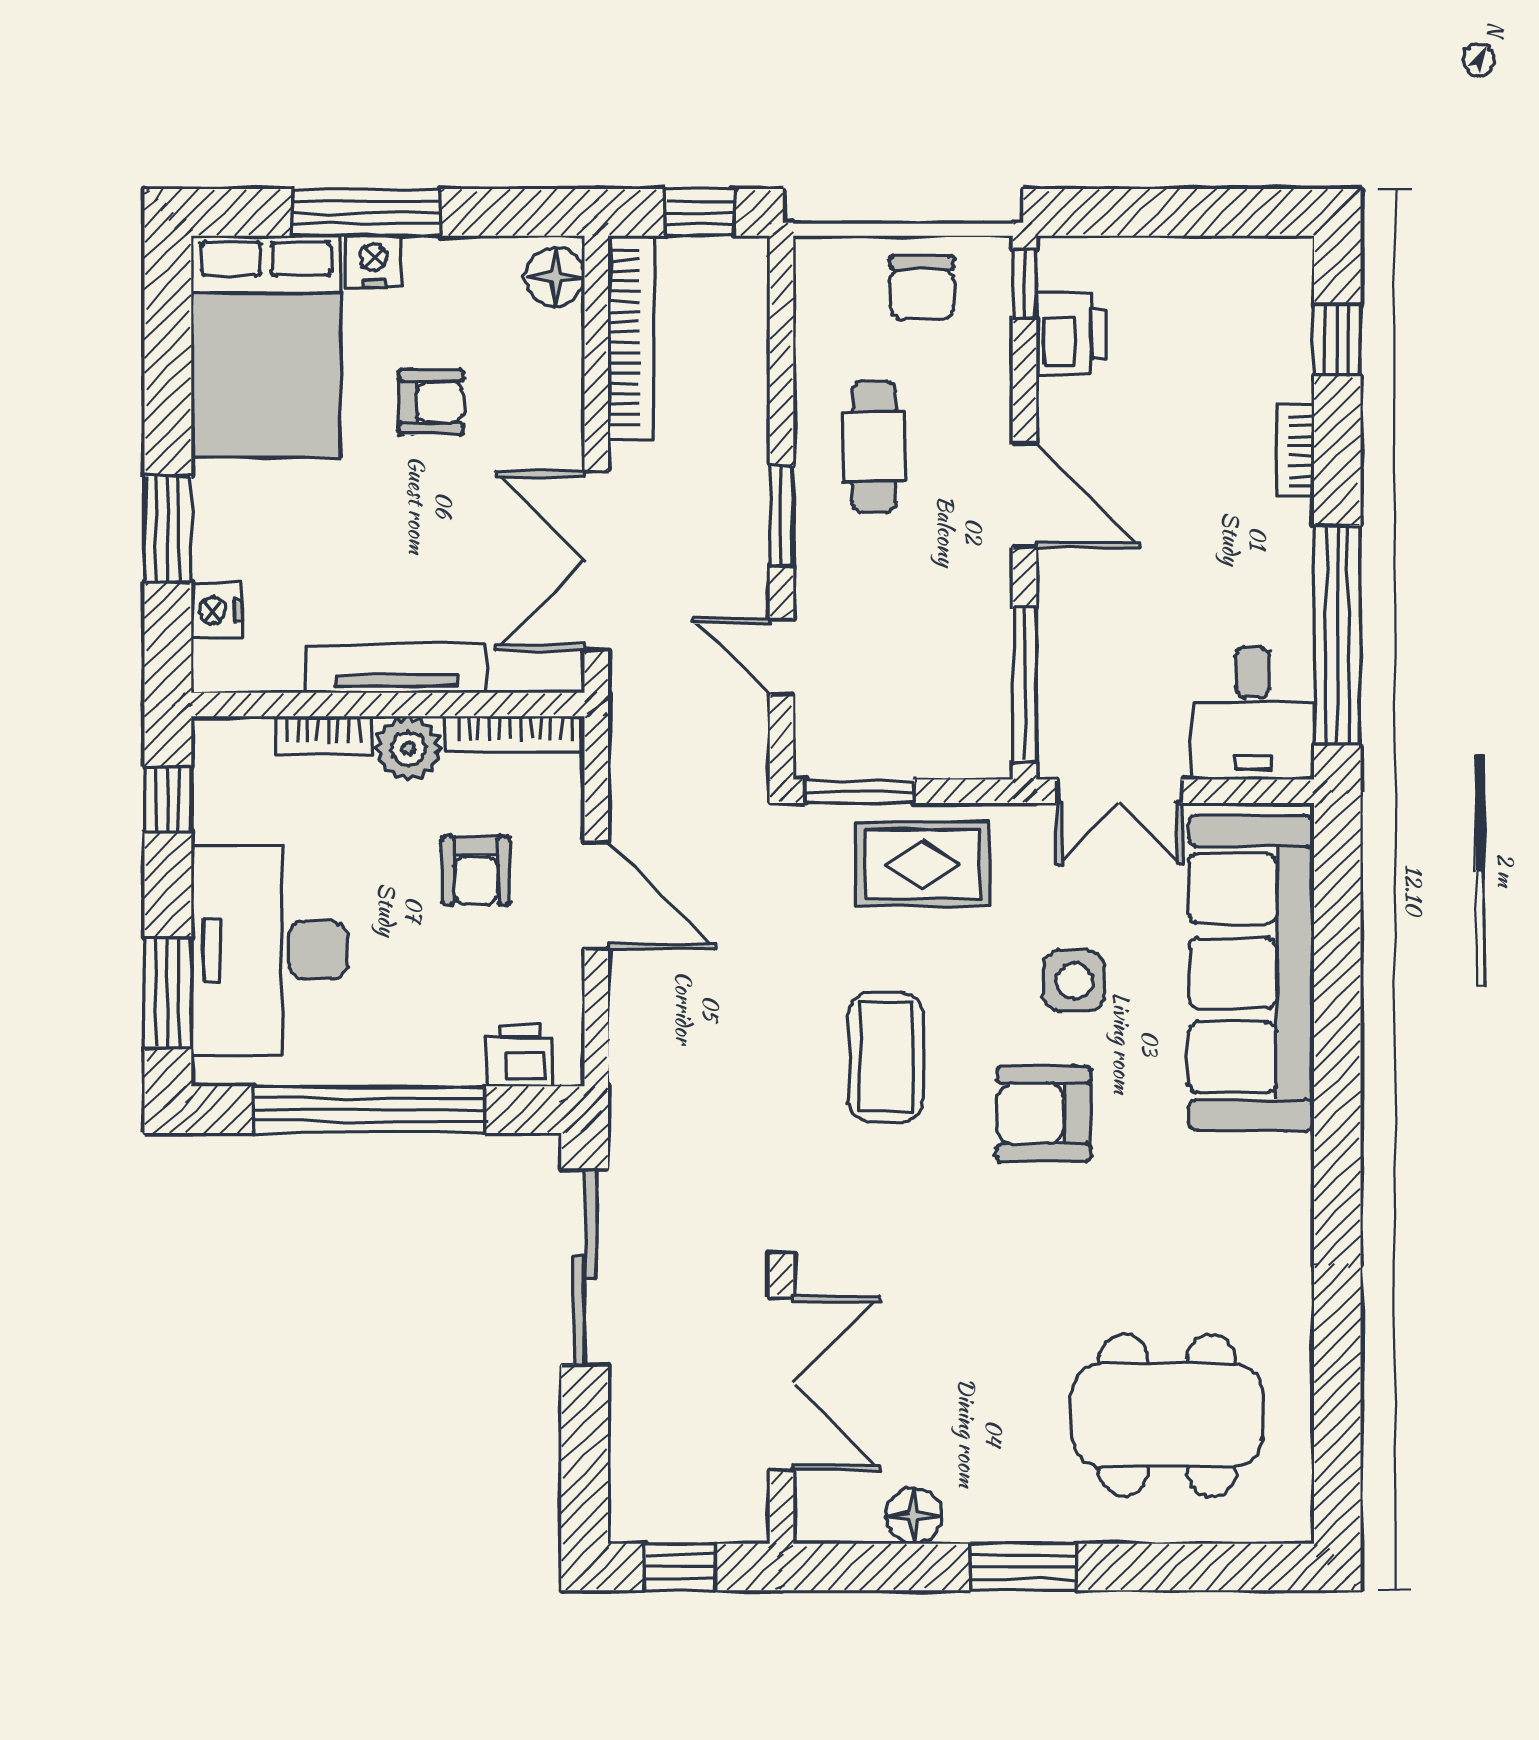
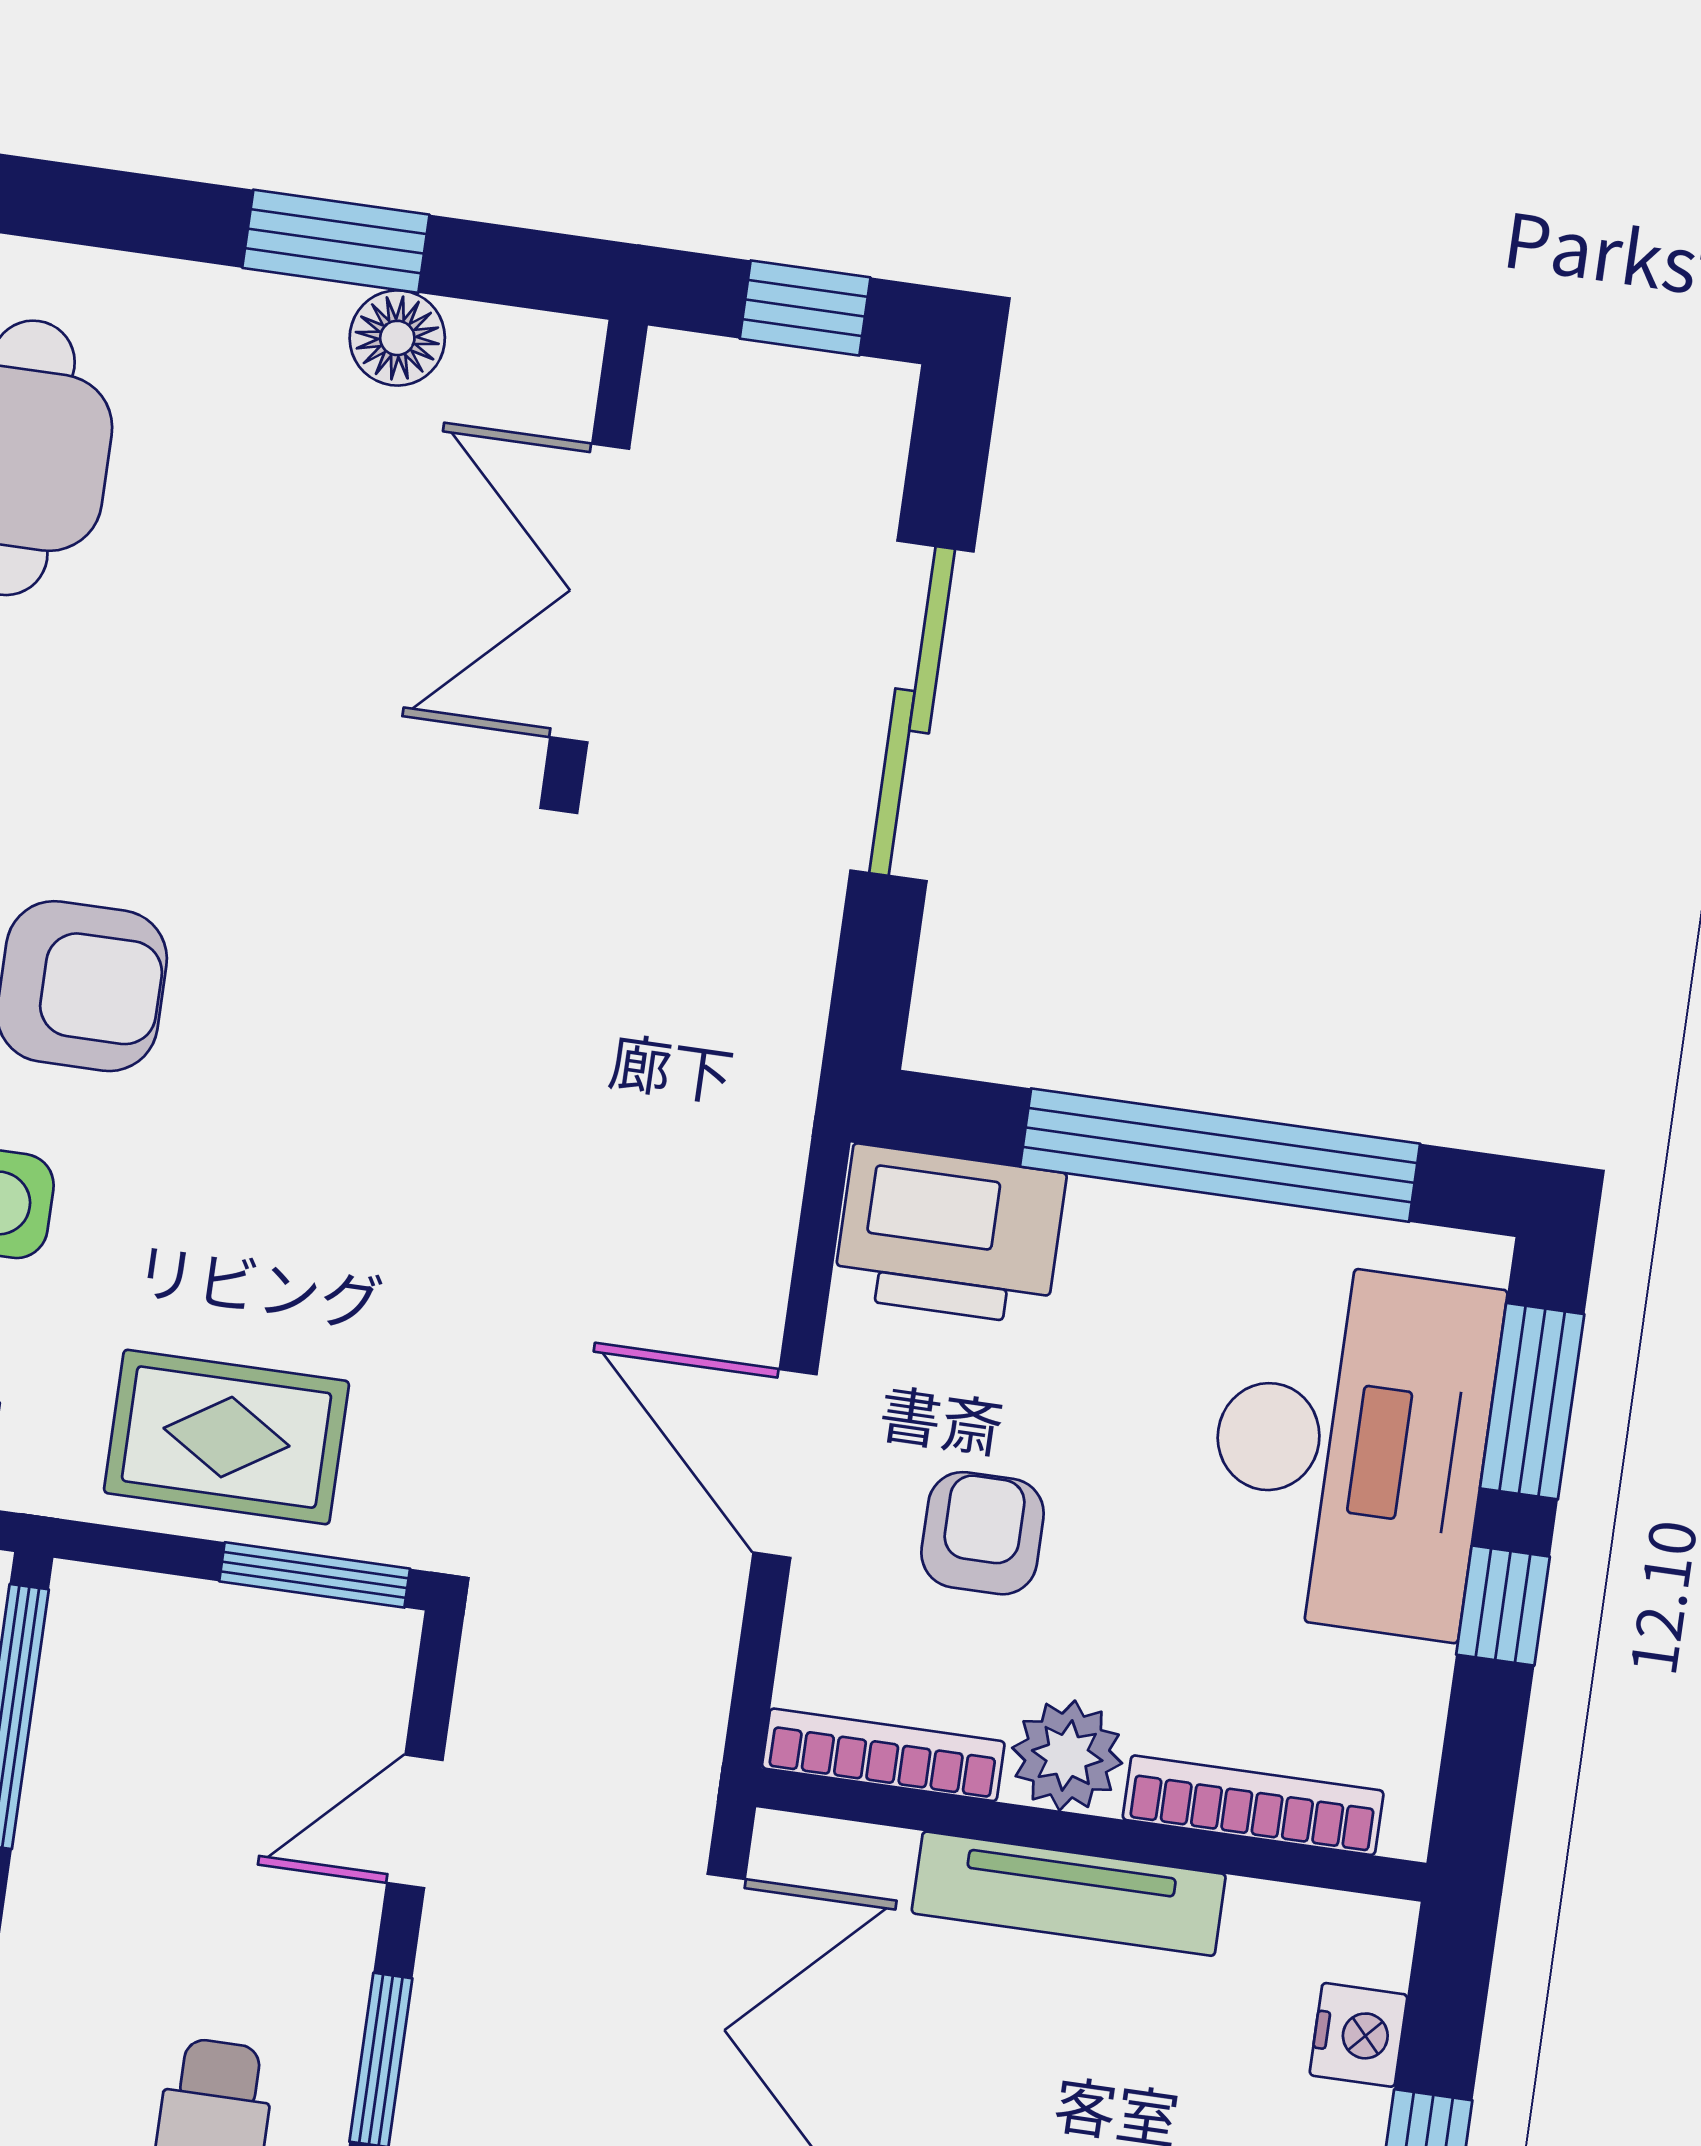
door: (781, 656) -> (415, 1821), swing flipped
bookcase: (323, 735) -> (1253, 1805), width x1.56
window: (168, 799) -> (1503, 1606), moved
printer: (520, 1056) -> (949, 1235), width x1.87, depth x1.48
coffee table: (886, 1057) -> (335, 1120), removed
sliding door: (585, 1267) -> (912, 711), moved
window: (1023, 1567) -> (336, 241), moved

